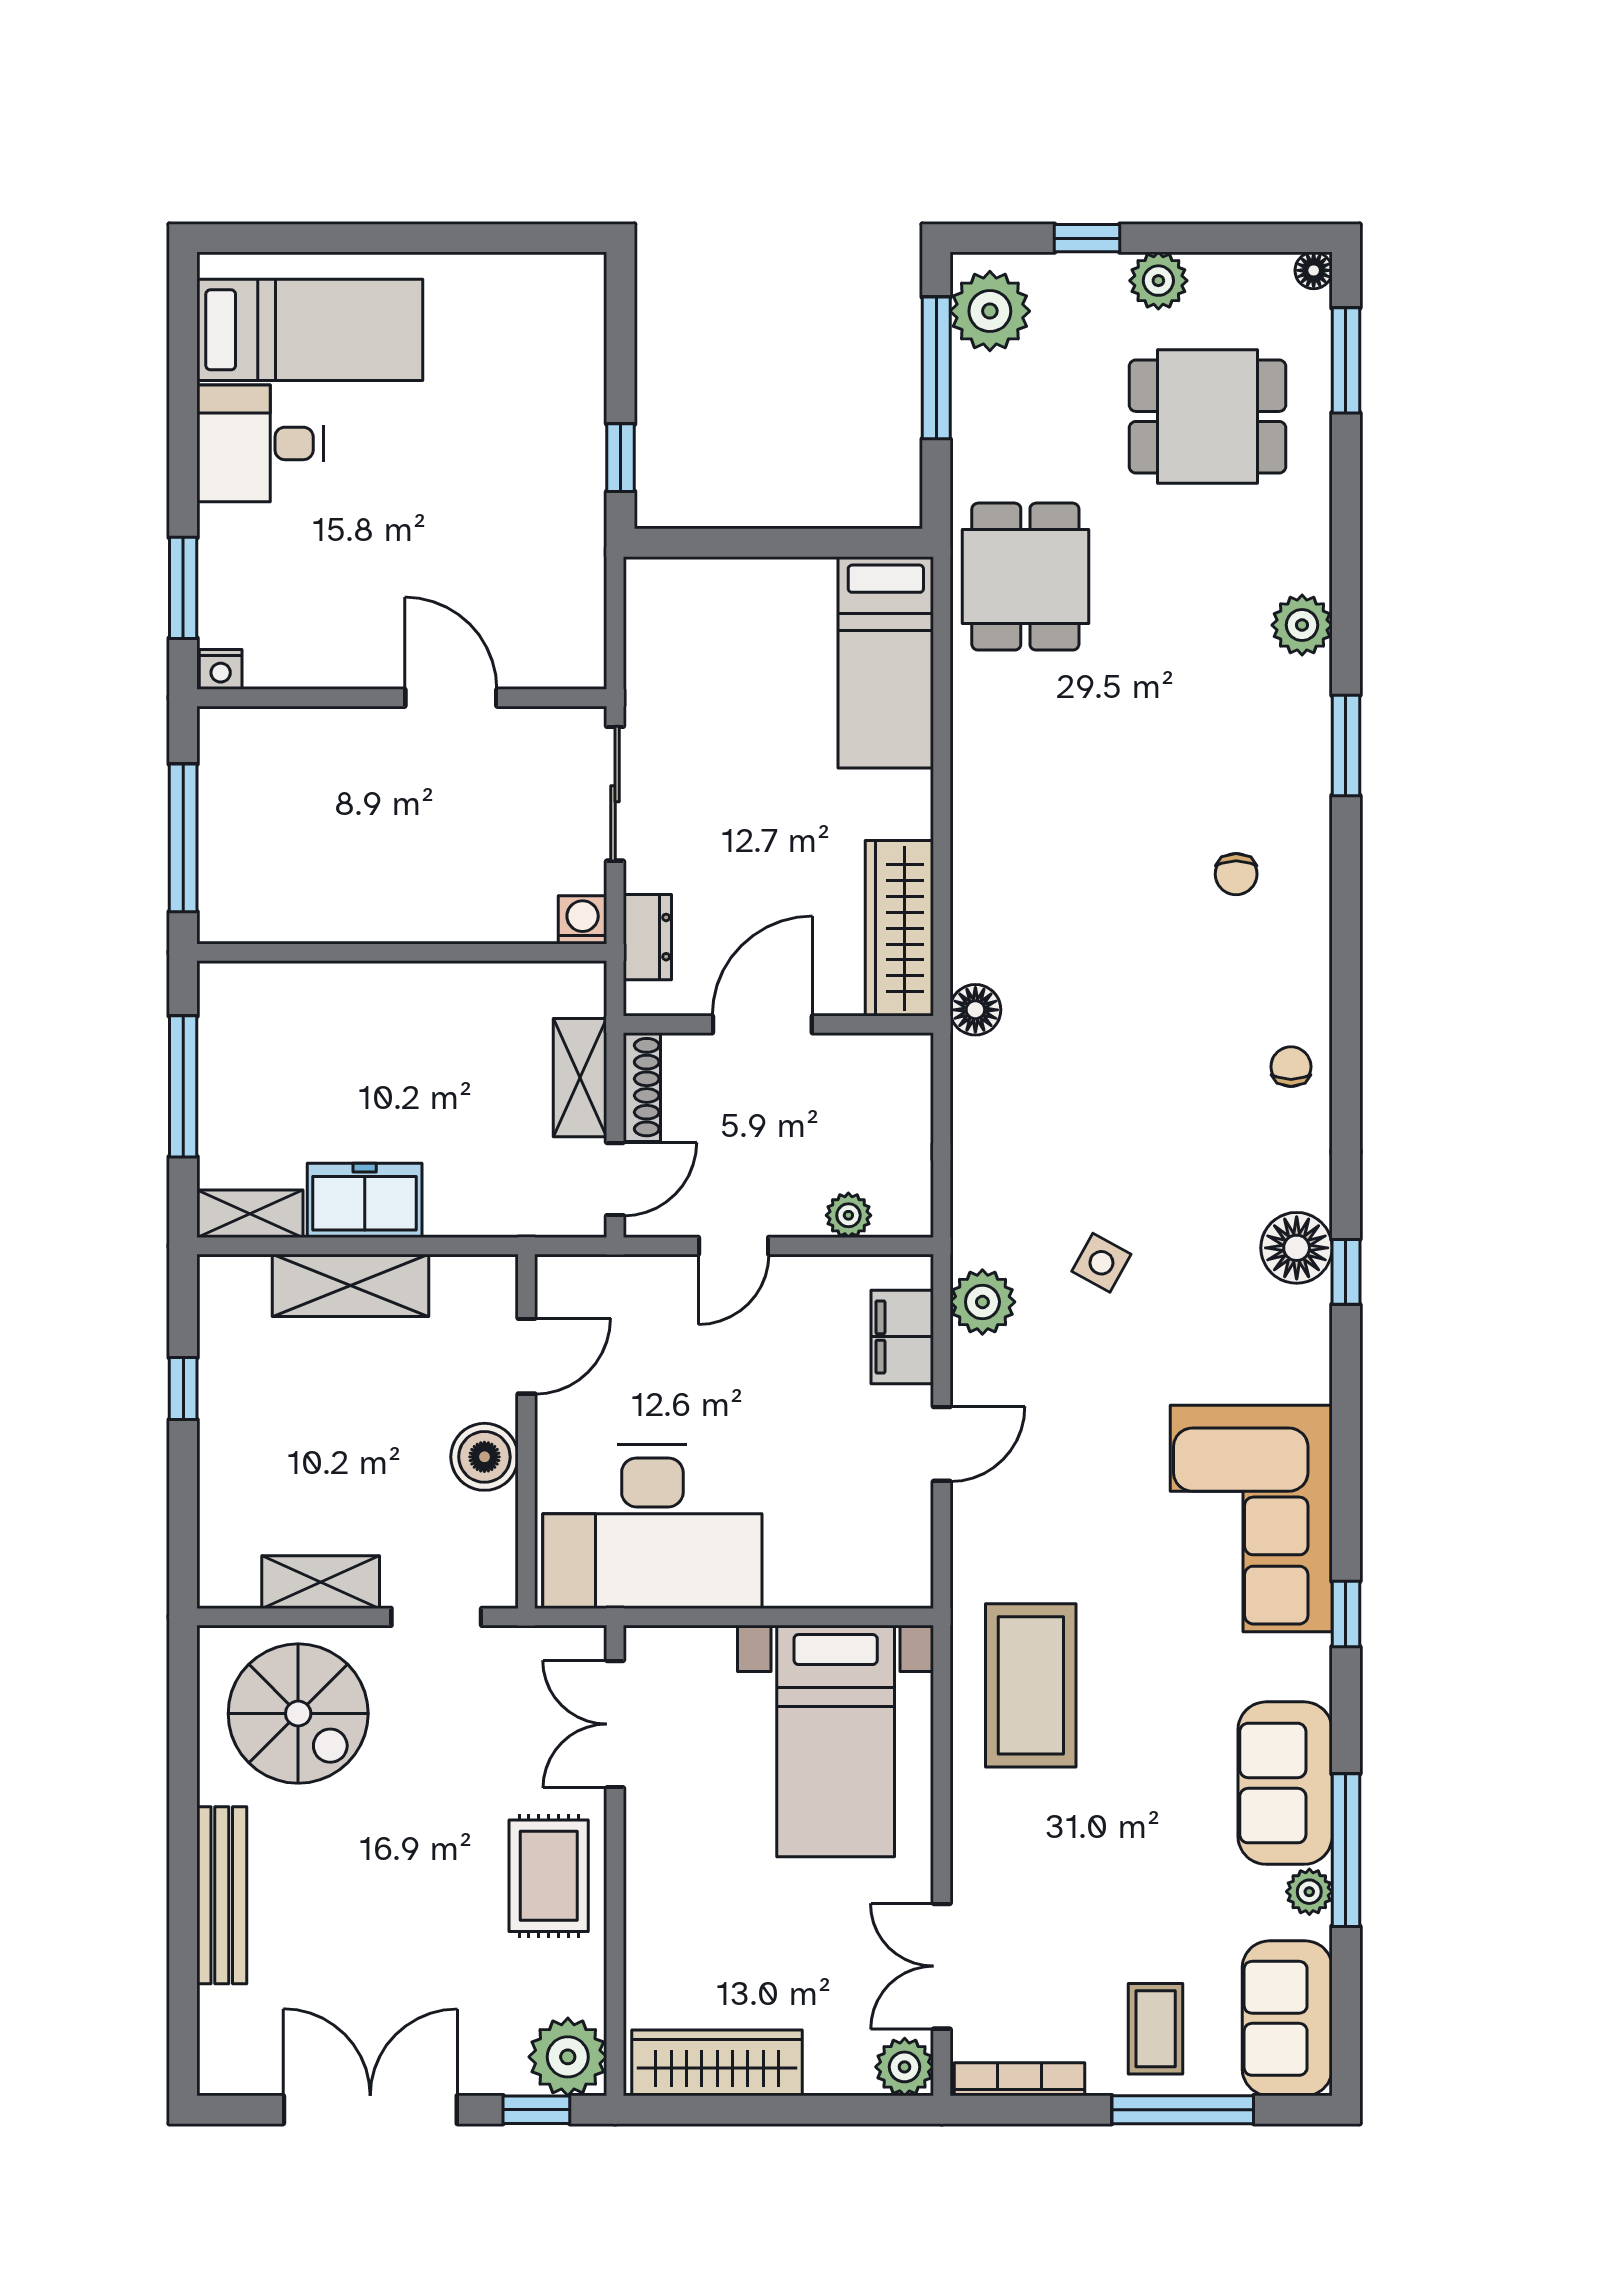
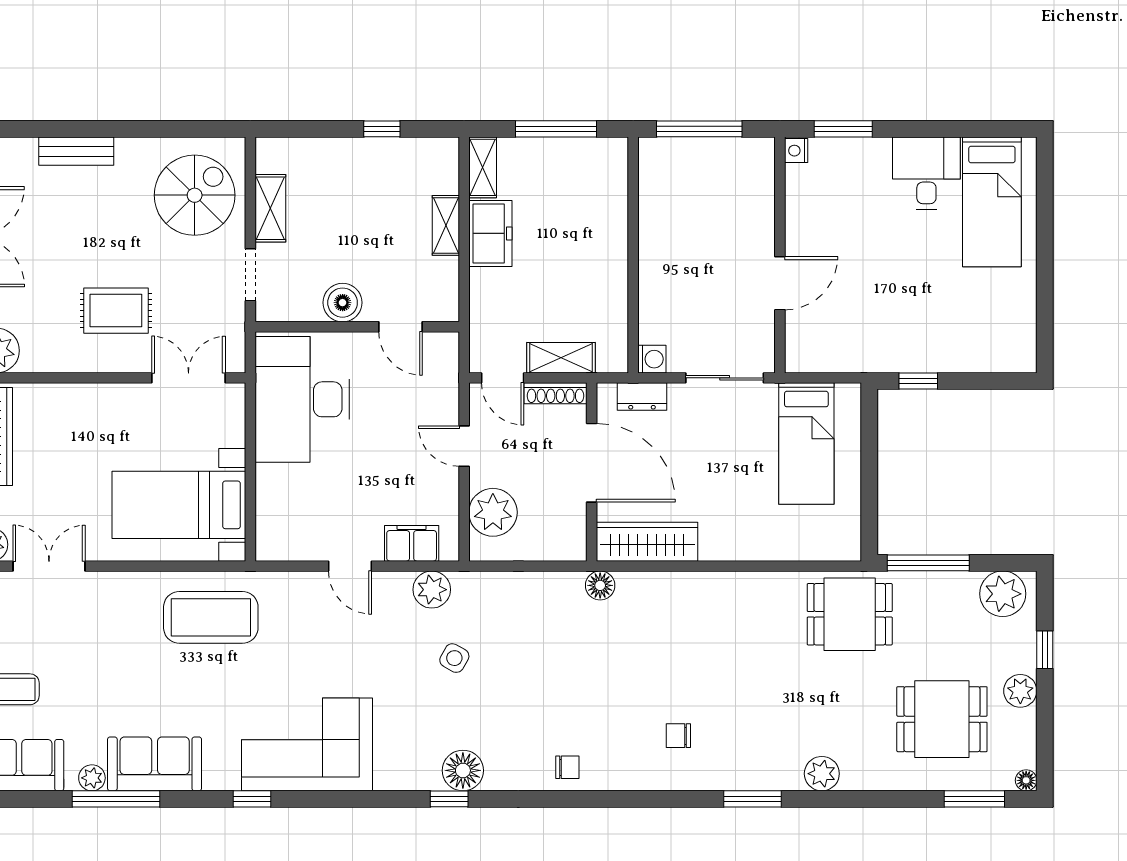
window: (936, 368) -> (928, 563), moved
dining table: (1207, 416) -> (942, 719), turned 90
bed: (886, 662) -> (806, 444), moved, turned -90
door: (762, 1024) -> (592, 463), width x1.36
plant: (848, 1215) -> (493, 512), width x1.88, depth x1.88
shelving: (351, 1285) -> (446, 225), width x0.67, depth x0.75
spiral stairs: (298, 1714) -> (195, 195), turned 180
rug: (549, 1876) -> (116, 311), moved
bench: (222, 1895) -> (76, 151), width x0.73

